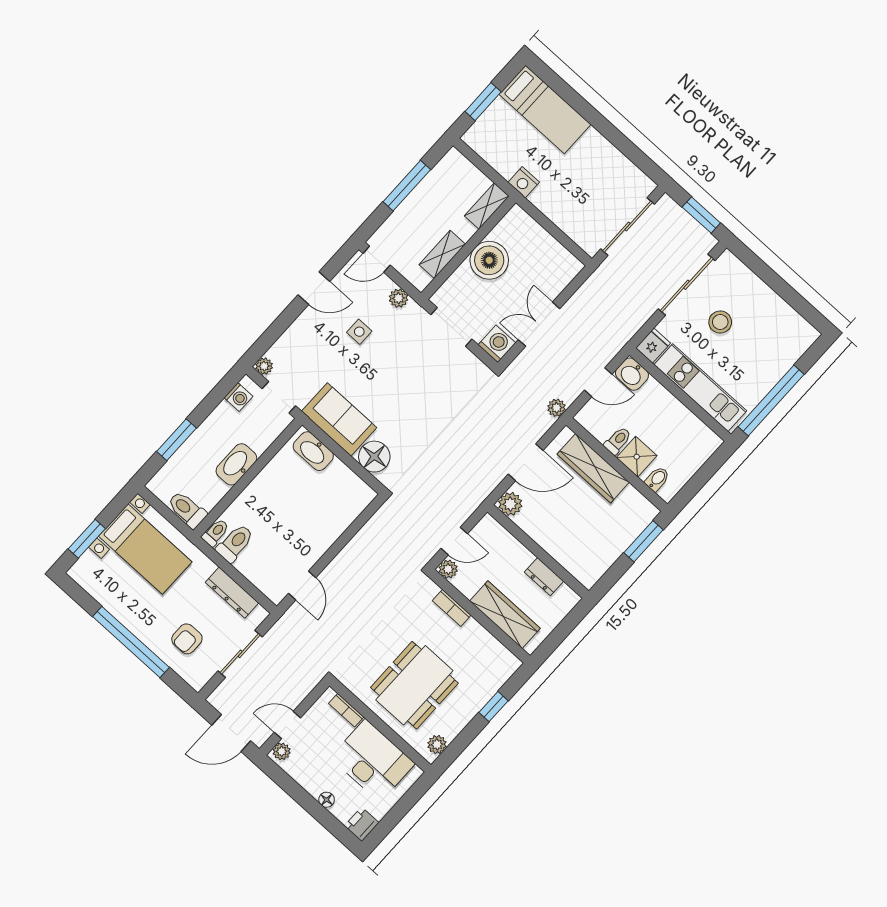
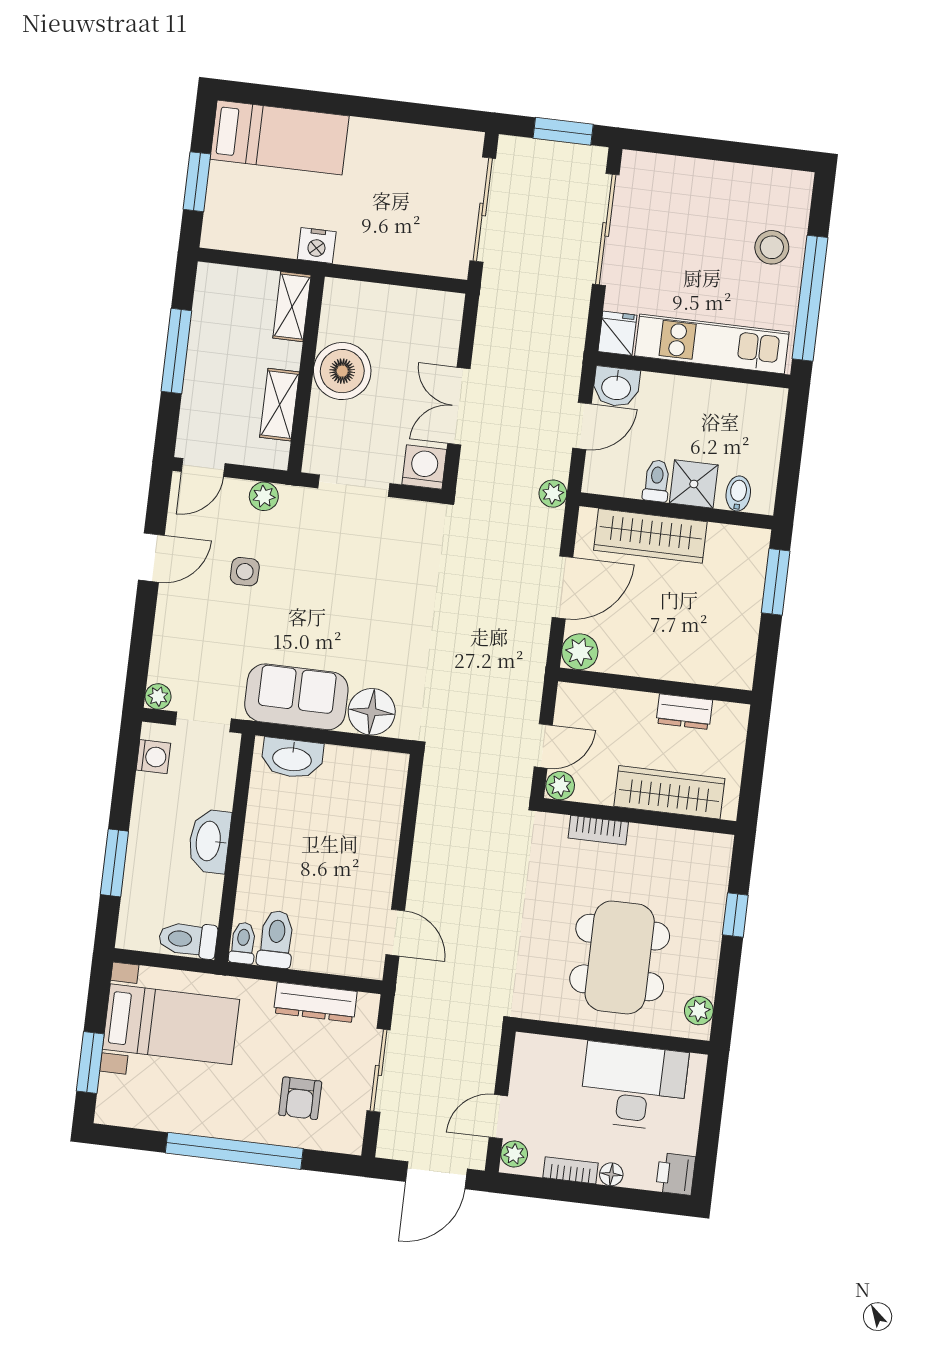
stool: (720, 322) -> (772, 247), moved
bookcase: (346, 710) -> (571, 1170), moved, turned 180

